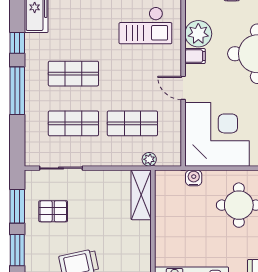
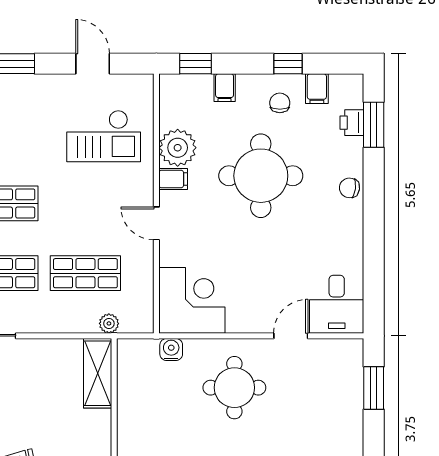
corner desk: (217, 134) -> (192, 300), width x0.74, depth x0.74

